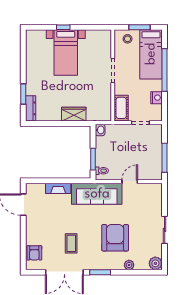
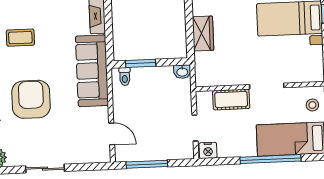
nightstand: (157, 98) -> (208, 150), moved
cot: (121, 108) -> (231, 99), moved
door: (130, 182) -> (112, 134), moved
armchair: (115, 238) -> (31, 99), turned -90

